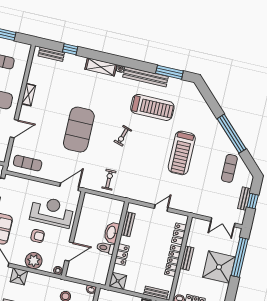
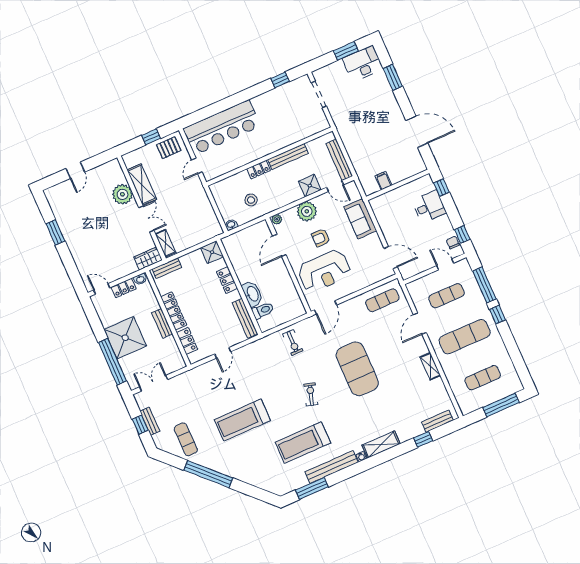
treadmill: (182, 153) -> (242, 420), turned -90
bench: (128, 224) -> (245, 318), width x1.36
toilet: (106, 248) -> (263, 310), moved

